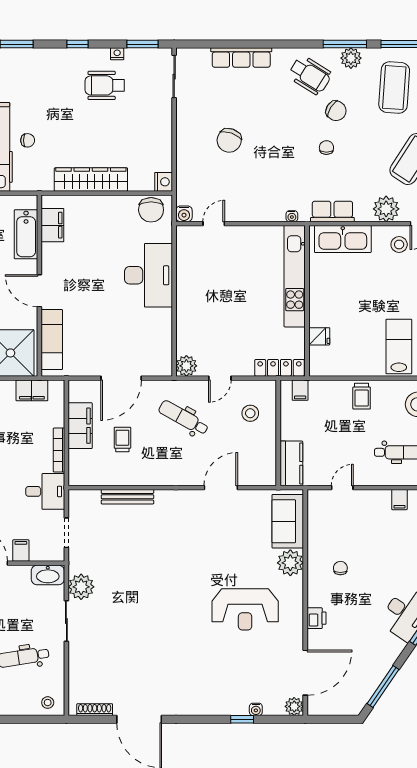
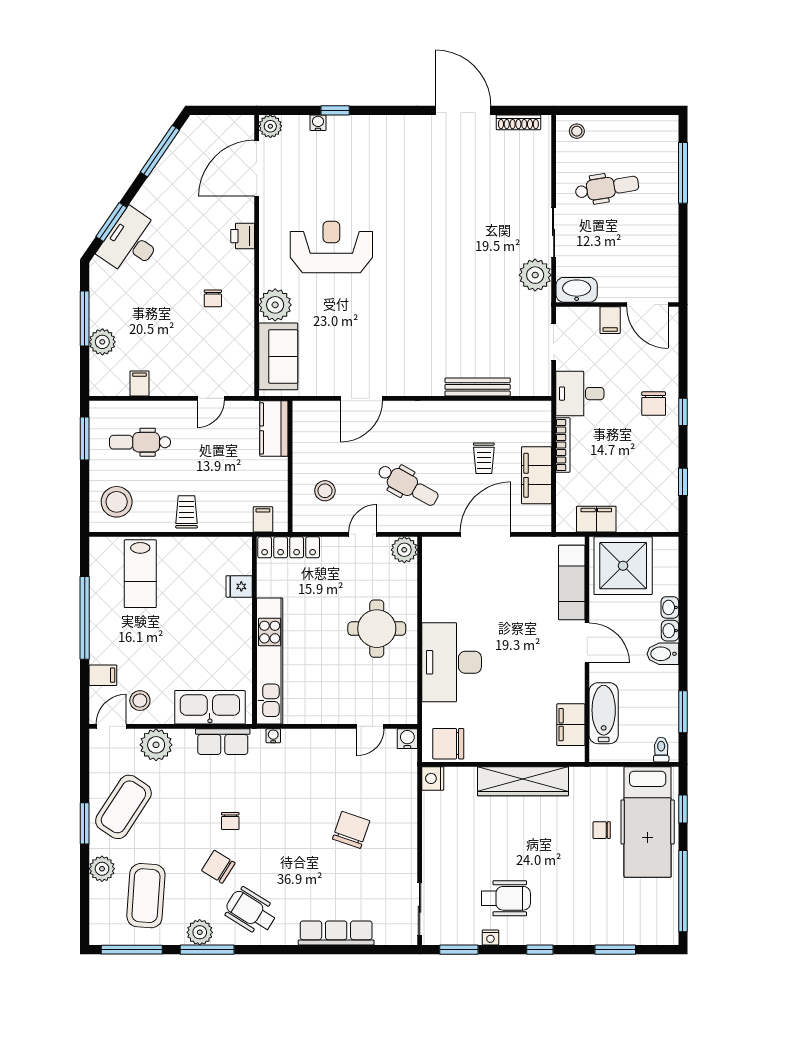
chair: (151, 210) -> (448, 744), turned -90
round table: (209, 302) -> (377, 629), added

